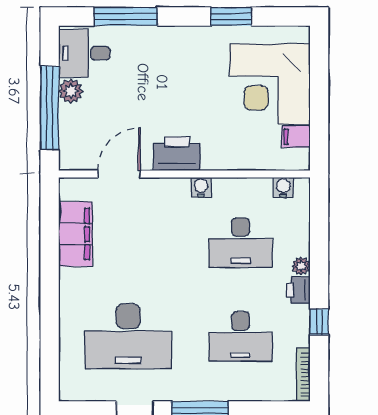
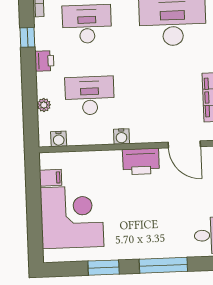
window: (126, 17) -> (163, 265), moved
door: (119, 174) -> (184, 144), hinge flipped
plant: (301, 266) -> (44, 105), moved

